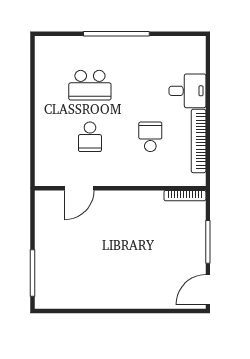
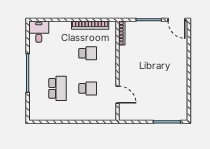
desk: (187, 91) -> (39, 32), moved
school desk: (150, 137) -> (88, 53), turned 180

